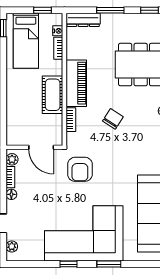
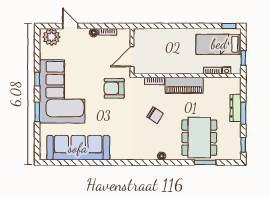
dresser: (83, 20) -> (236, 108), moved
cot: (53, 95) -> (175, 66), removed
plant: (12, 159) -> (122, 33), removed
plant: (12, 246) -> (51, 37), width x1.88, depth x1.88

